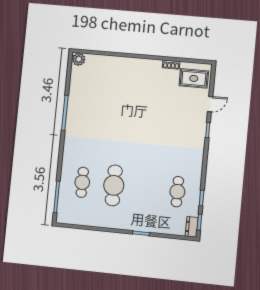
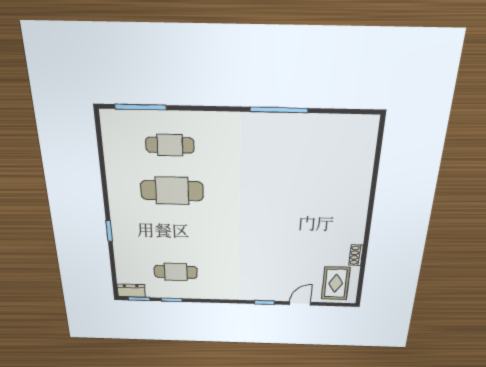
plant: (79, 59) -> (368, 126), removed
door: (210, 104) -> (300, 303), swing flipped

